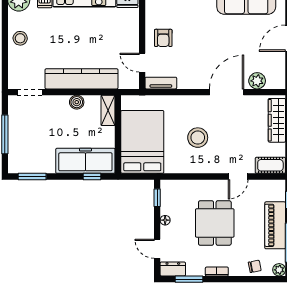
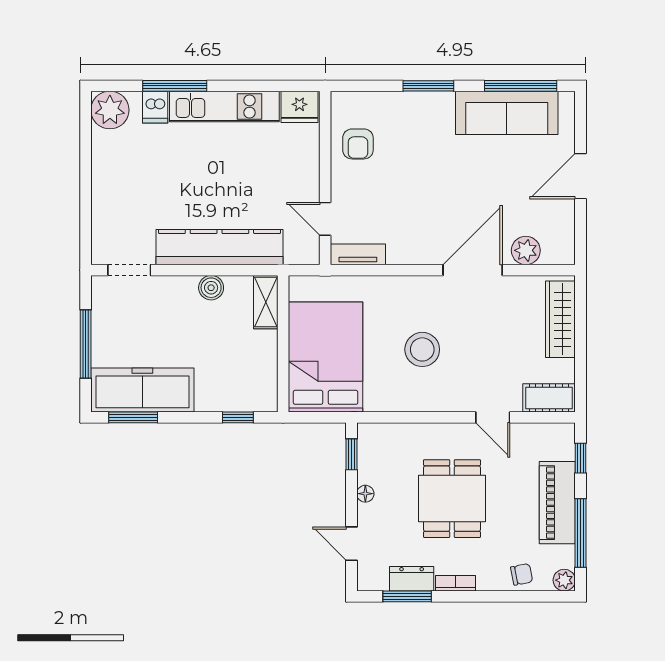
stool: (20, 38) -> (112, 176), removed
armchair: (163, 38) -> (358, 144), moved
freezer: (85, 161) -> (142, 390), moved
door: (238, 176) -> (493, 417), hinge flipped
dresser: (173, 269) -> (412, 579), moved

